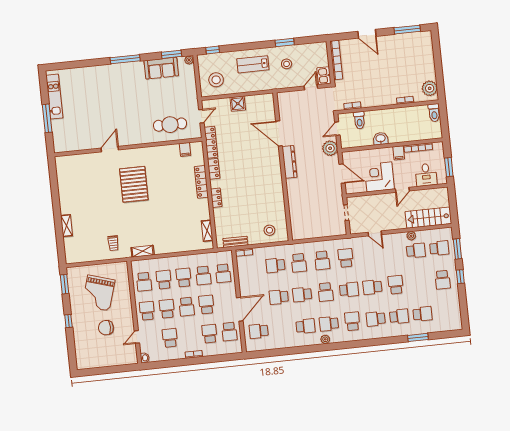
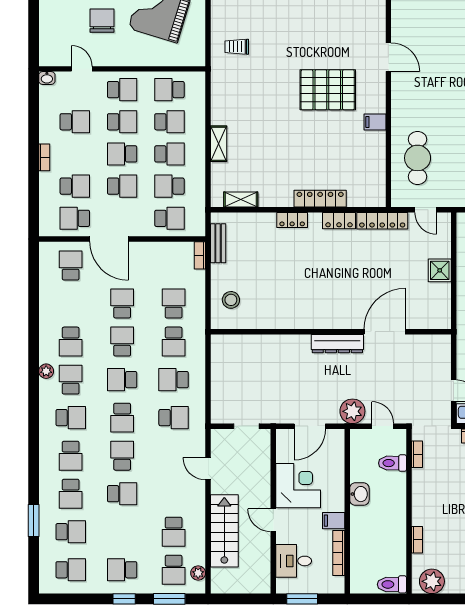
filing cabinet: (185, 149) -> (375, 122), moved
stairs: (428, 218) -> (224, 531), moved
door: (375, 233) -> (208, 469), hinge flipped
plant: (411, 236) -> (198, 573), moved
shelving: (143, 251) -> (219, 144), moved
school desk: (299, 263) -> (174, 342), turned -90
school desk: (223, 273) -> (169, 218), turned 180
school desk: (446, 311) -> (71, 570), added
school desk: (422, 314) -> (71, 532), turned -90
school desk: (376, 319) -> (71, 456), turned 180

